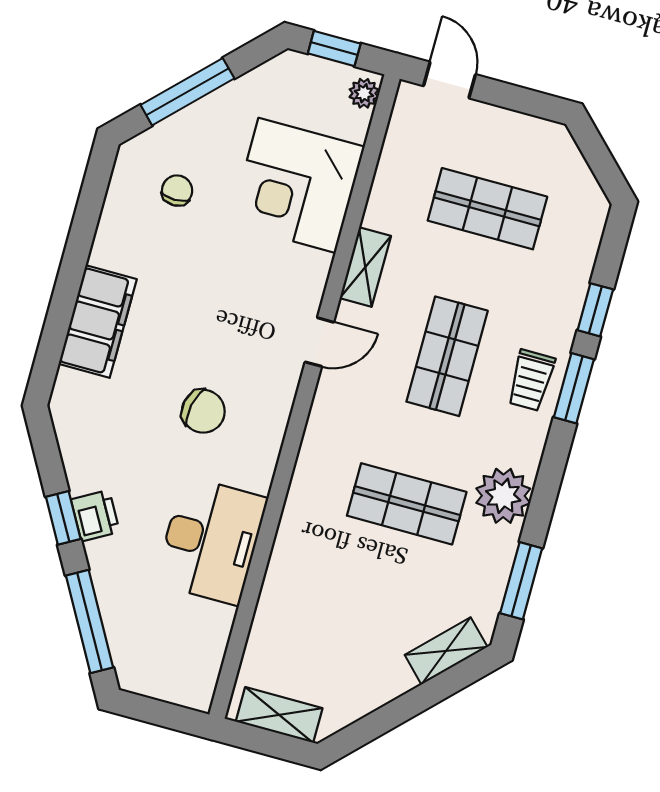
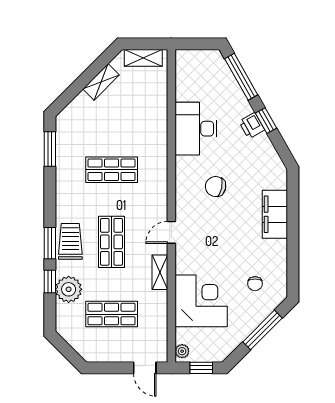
trolley: (531, 380) -> (70, 241), width x1.36, depth x1.39
plant: (503, 496) -> (69, 289), moved
shelving: (446, 651) -> (101, 82), moved

